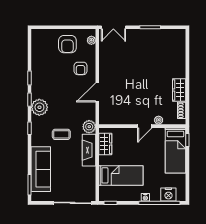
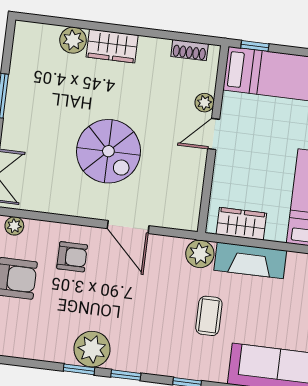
plant: (180, 57) -> (73, 40), added
spiral stairs: (131, 79) -> (108, 151), added
wardrobe: (179, 90) -> (112, 46), moved
plant: (39, 107) -> (92, 349), moved
door: (145, 126) -> (214, 134), swing flipped

